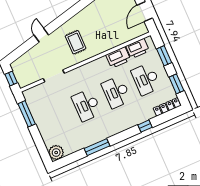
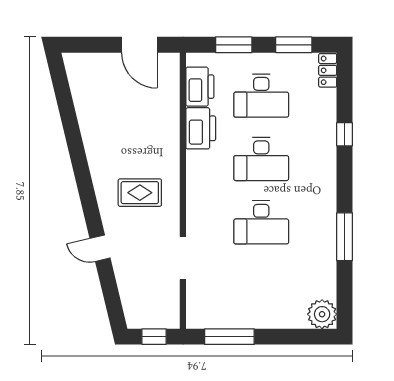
locker: (167, 107) -> (328, 70), width x0.66

